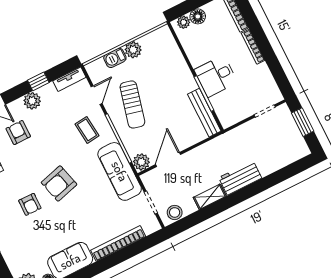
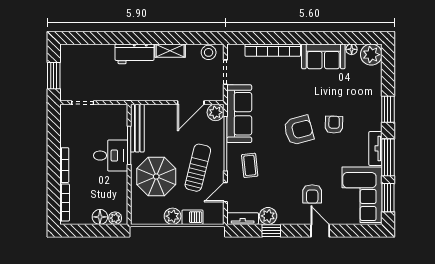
parasol: (166, 78) -> (156, 177), added
plant: (32, 101) -> (268, 216), moved

